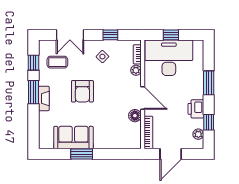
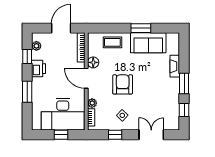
coffee table: (57, 62) -> (112, 42), moved
armchair: (82, 91) -> (123, 84), moved
fireplace: (44, 99) -> (175, 66), moved

